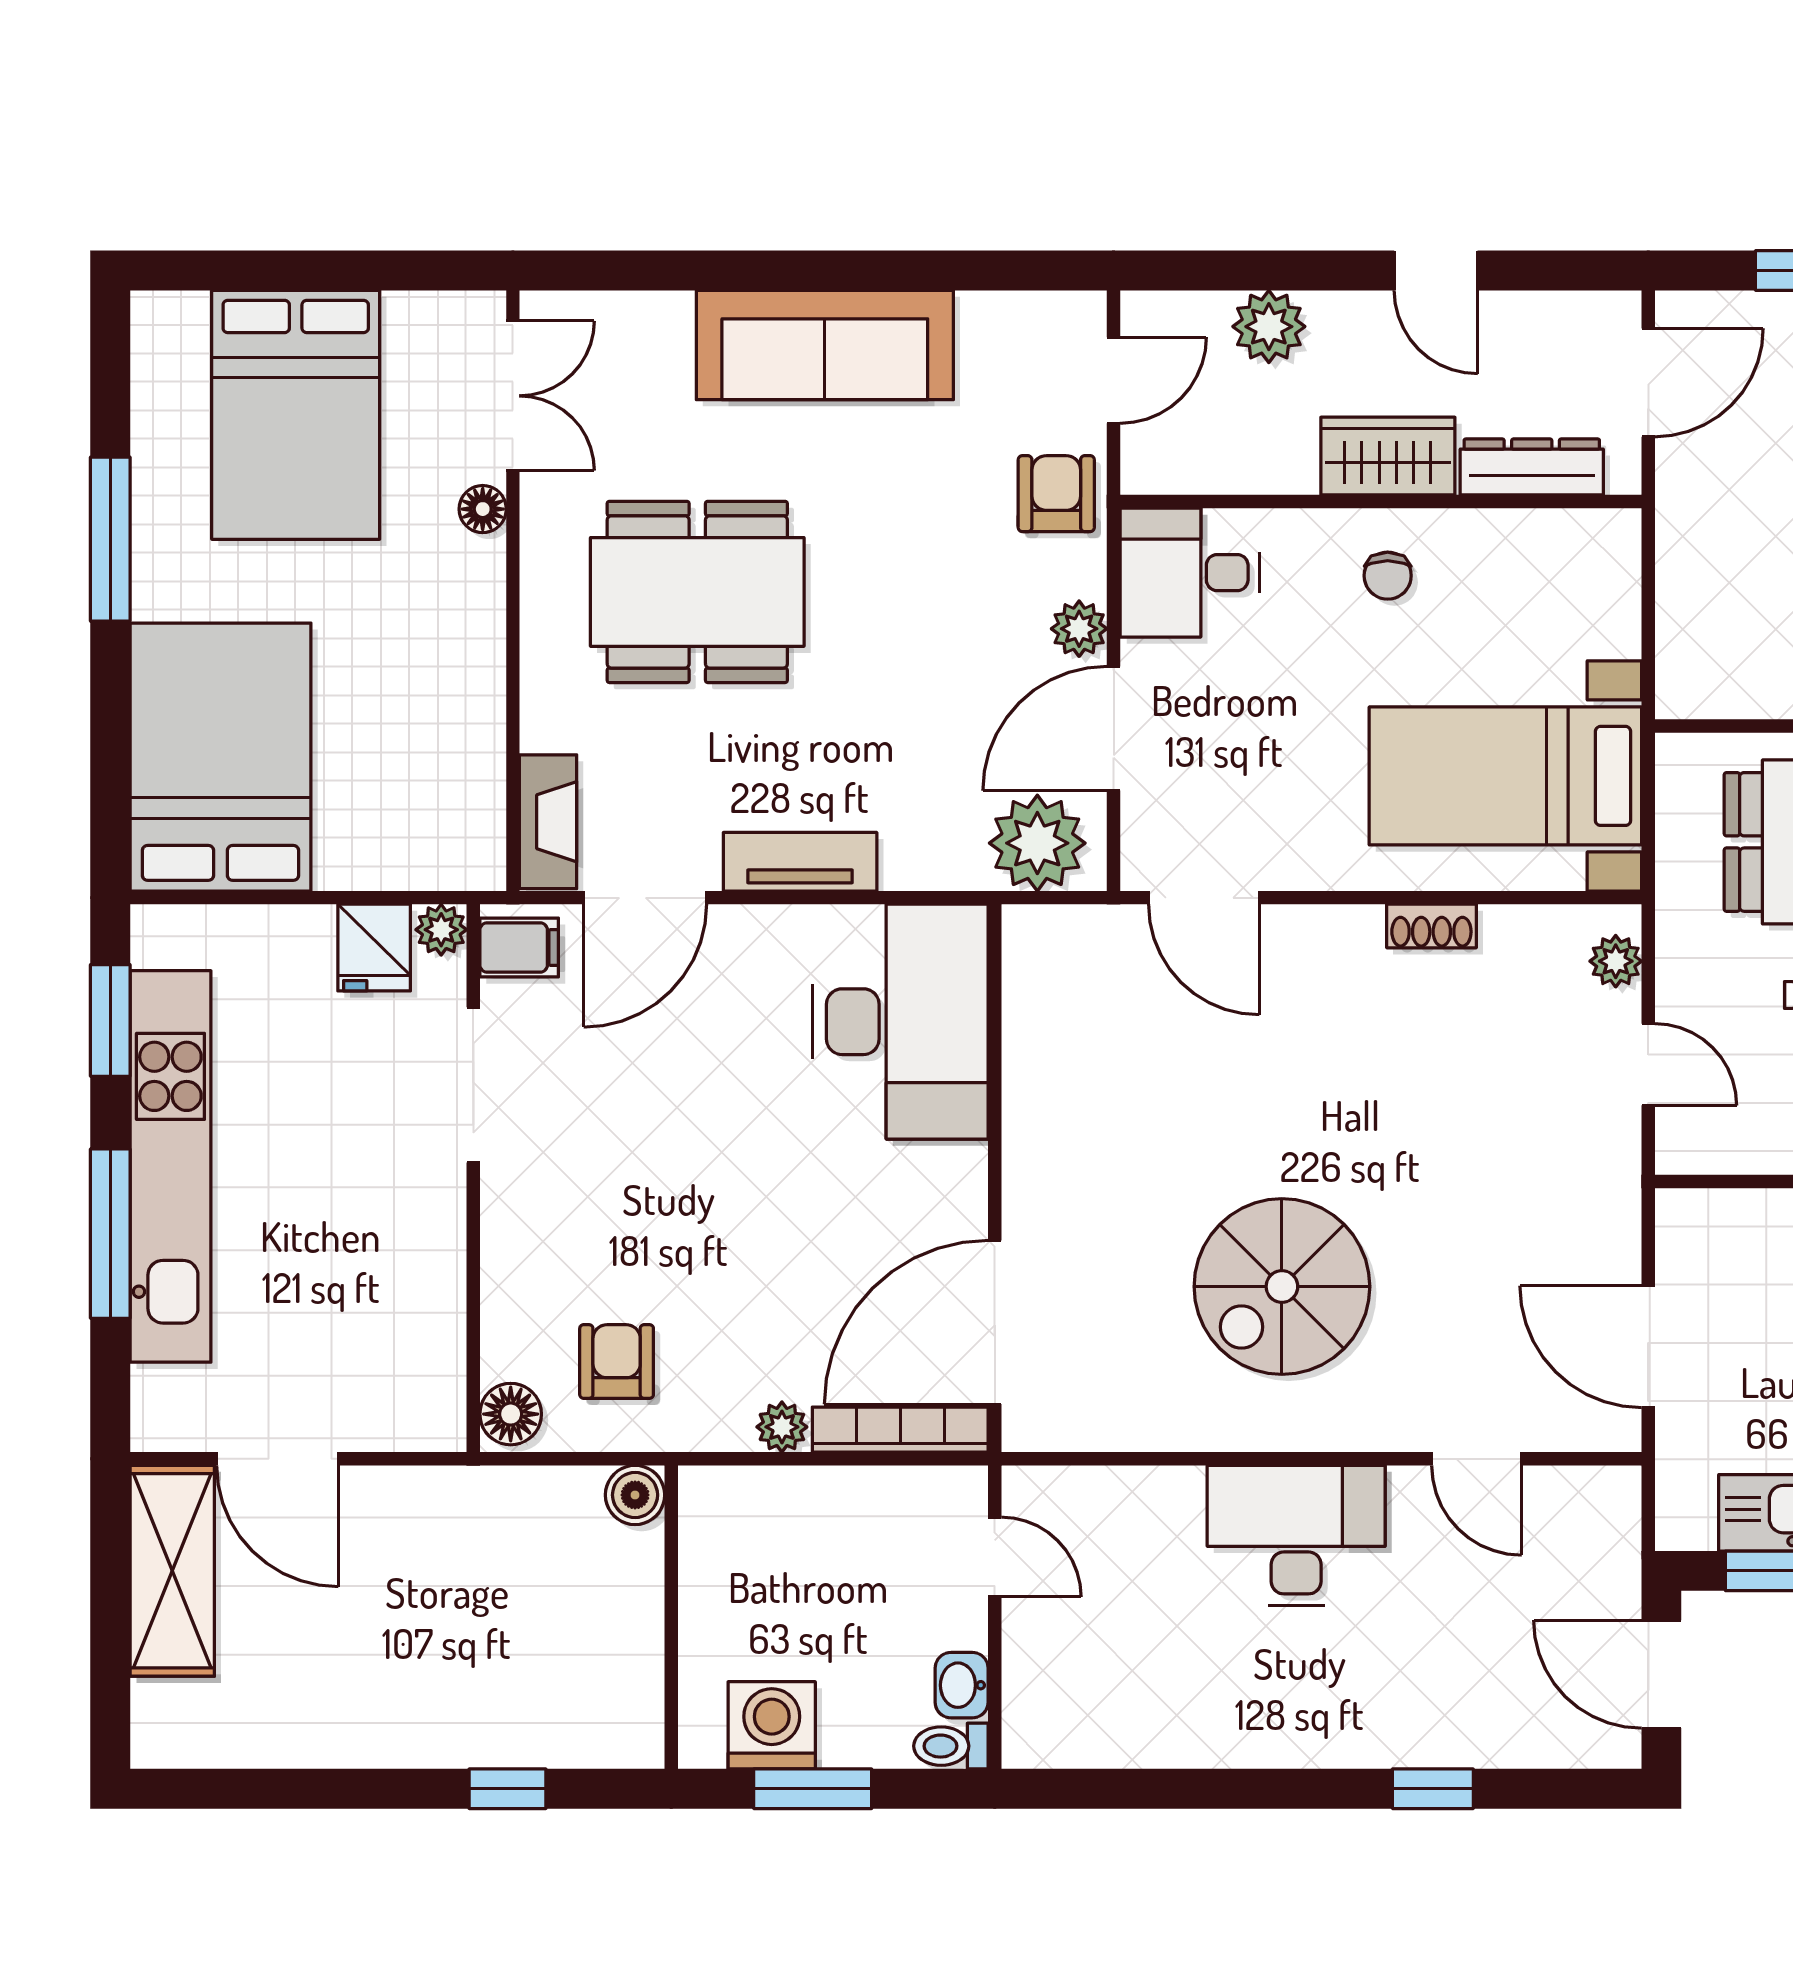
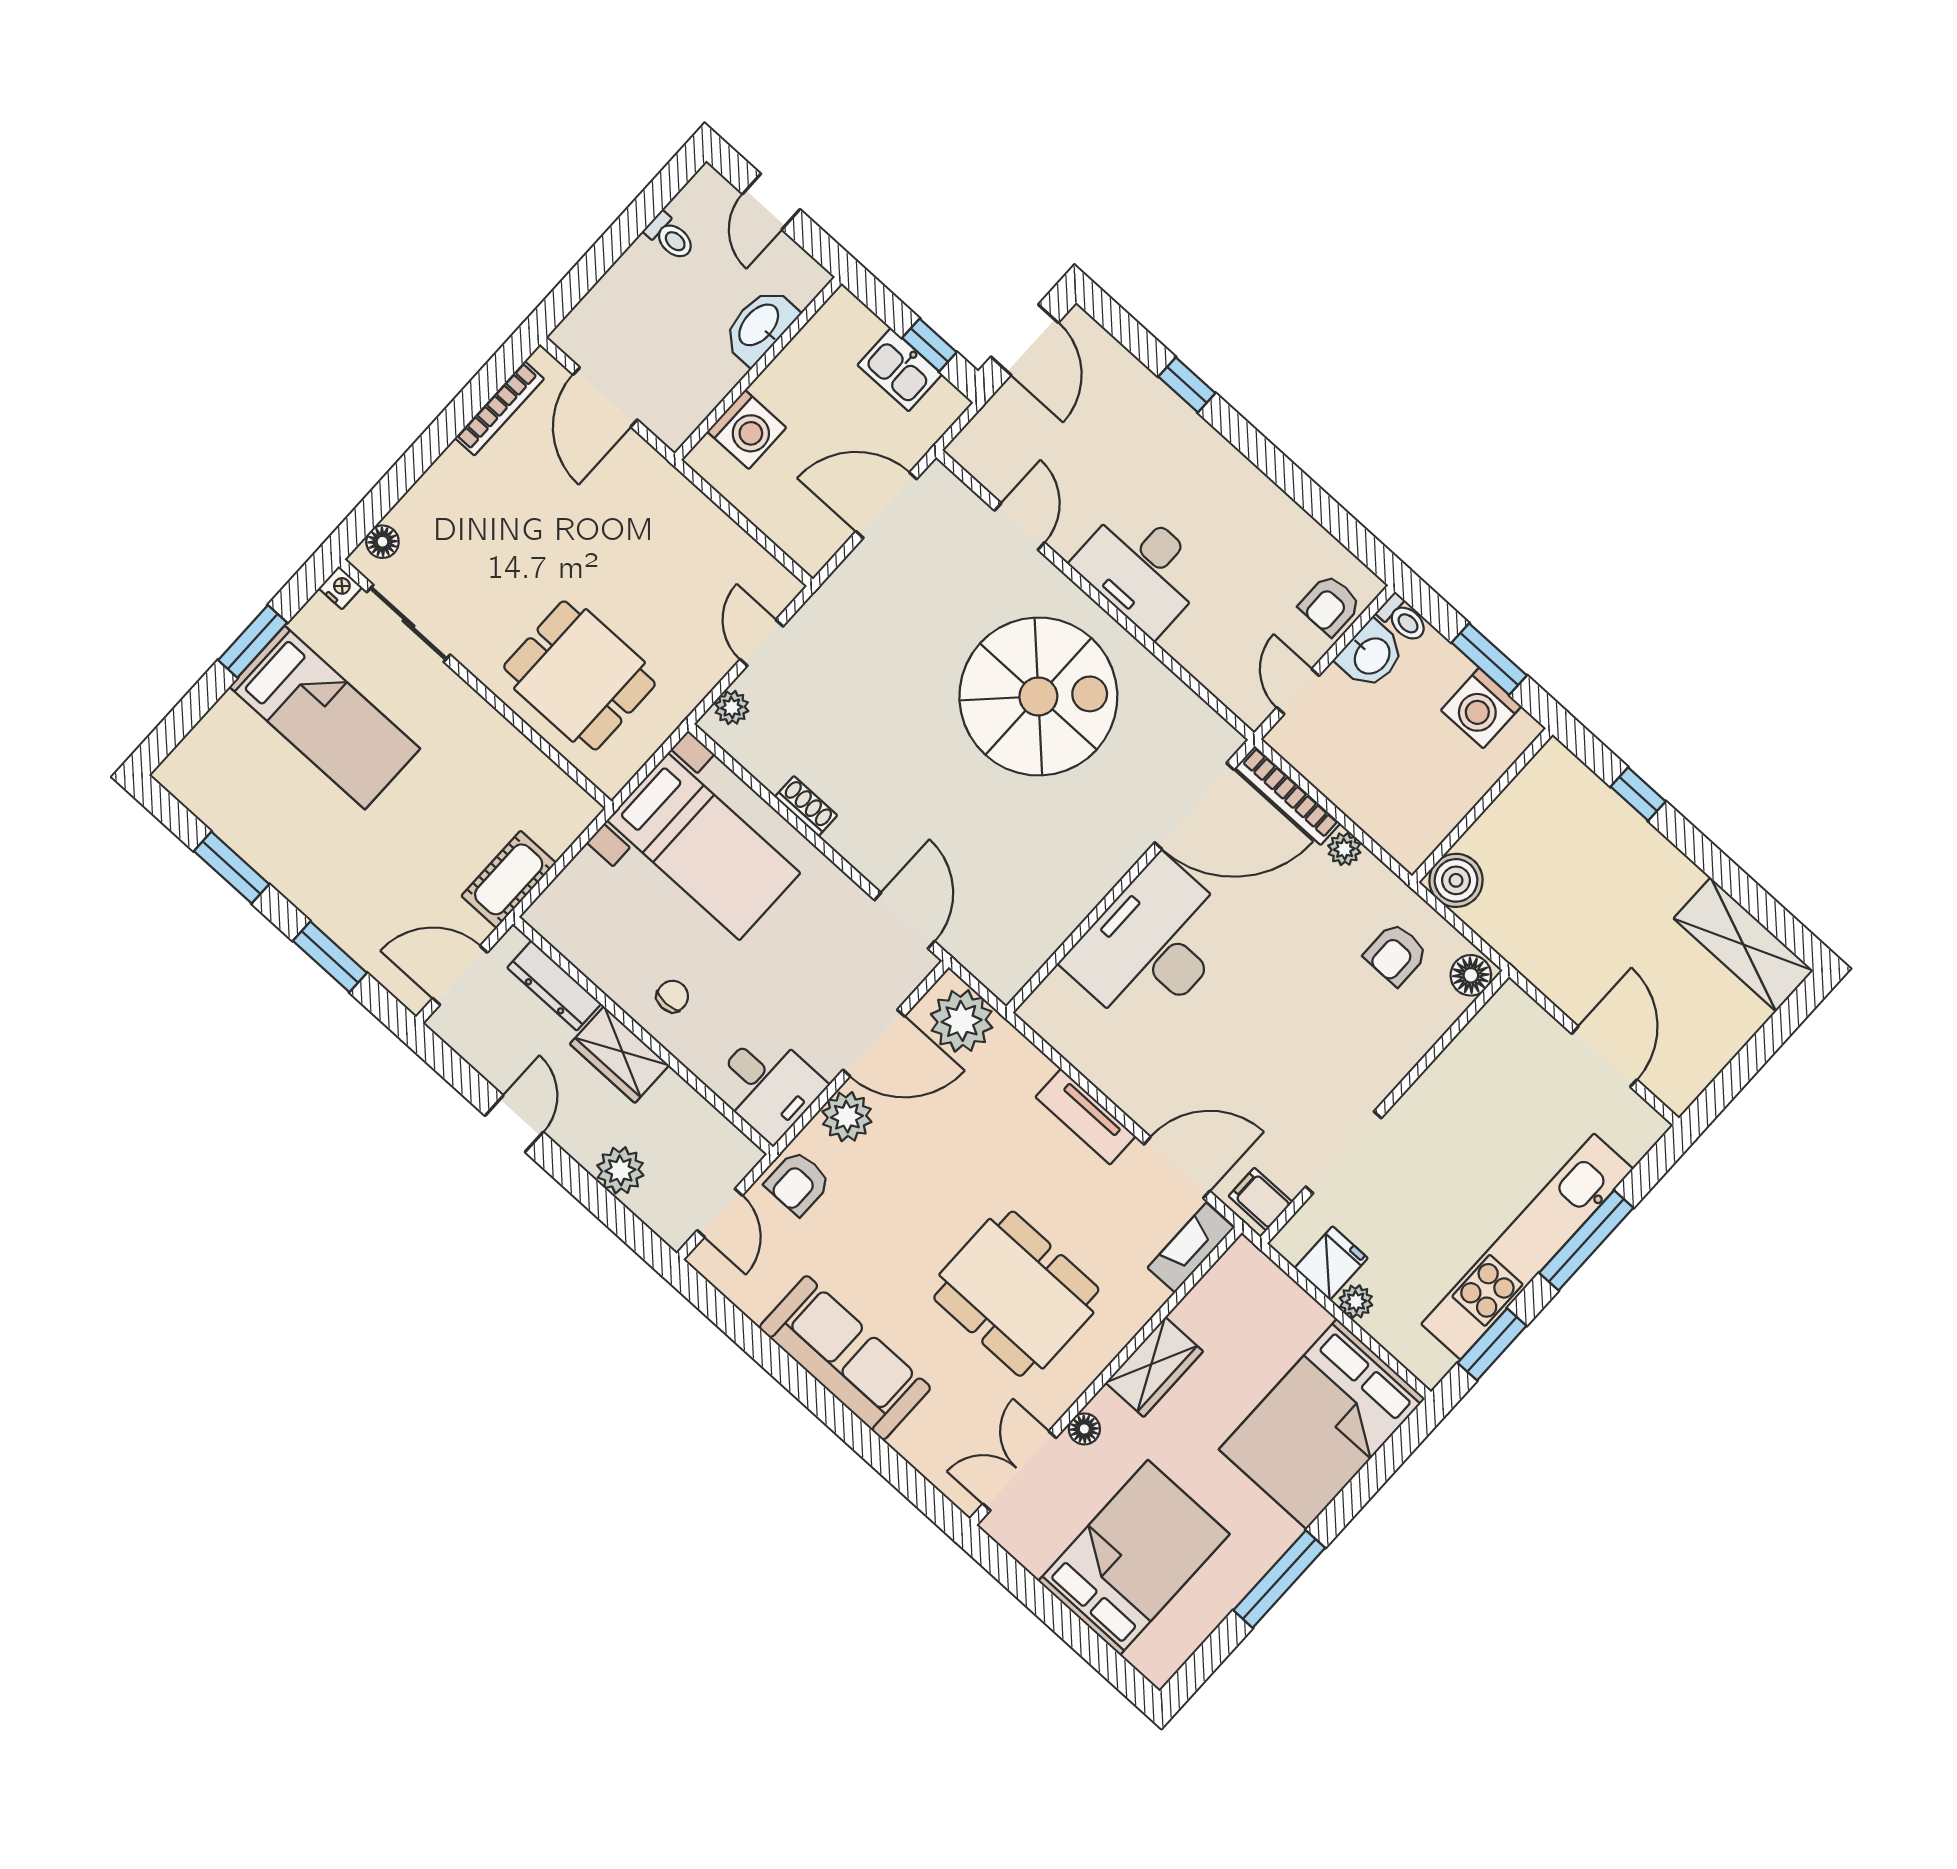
door: (1114, 380) -> (720, 1213), swing flipped
cot: (1691, 540) -> (509, 879), added
plant: (1079, 629) -> (847, 1117), width x1.38, depth x1.38
wardrobe: (467, 650) -> (1154, 1367), added
plant: (441, 930) -> (1356, 1302), moved
desk: (900, 1022) -> (1152, 945), moved
spiral stairs: (1282, 1287) -> (1038, 696), width x1.37, depth x1.37
door: (1648, 1347) -> (886, 505), swing flipped
boiler: (635, 1495) -> (1456, 880), width x1.36, depth x1.36
shelving: (172, 1571) -> (1743, 944), moved, turned 90
washbasin: (962, 1685) -> (1371, 655), width x1.38, depth x1.45
armchair: (1047, 1687) -> (1330, 605), added

